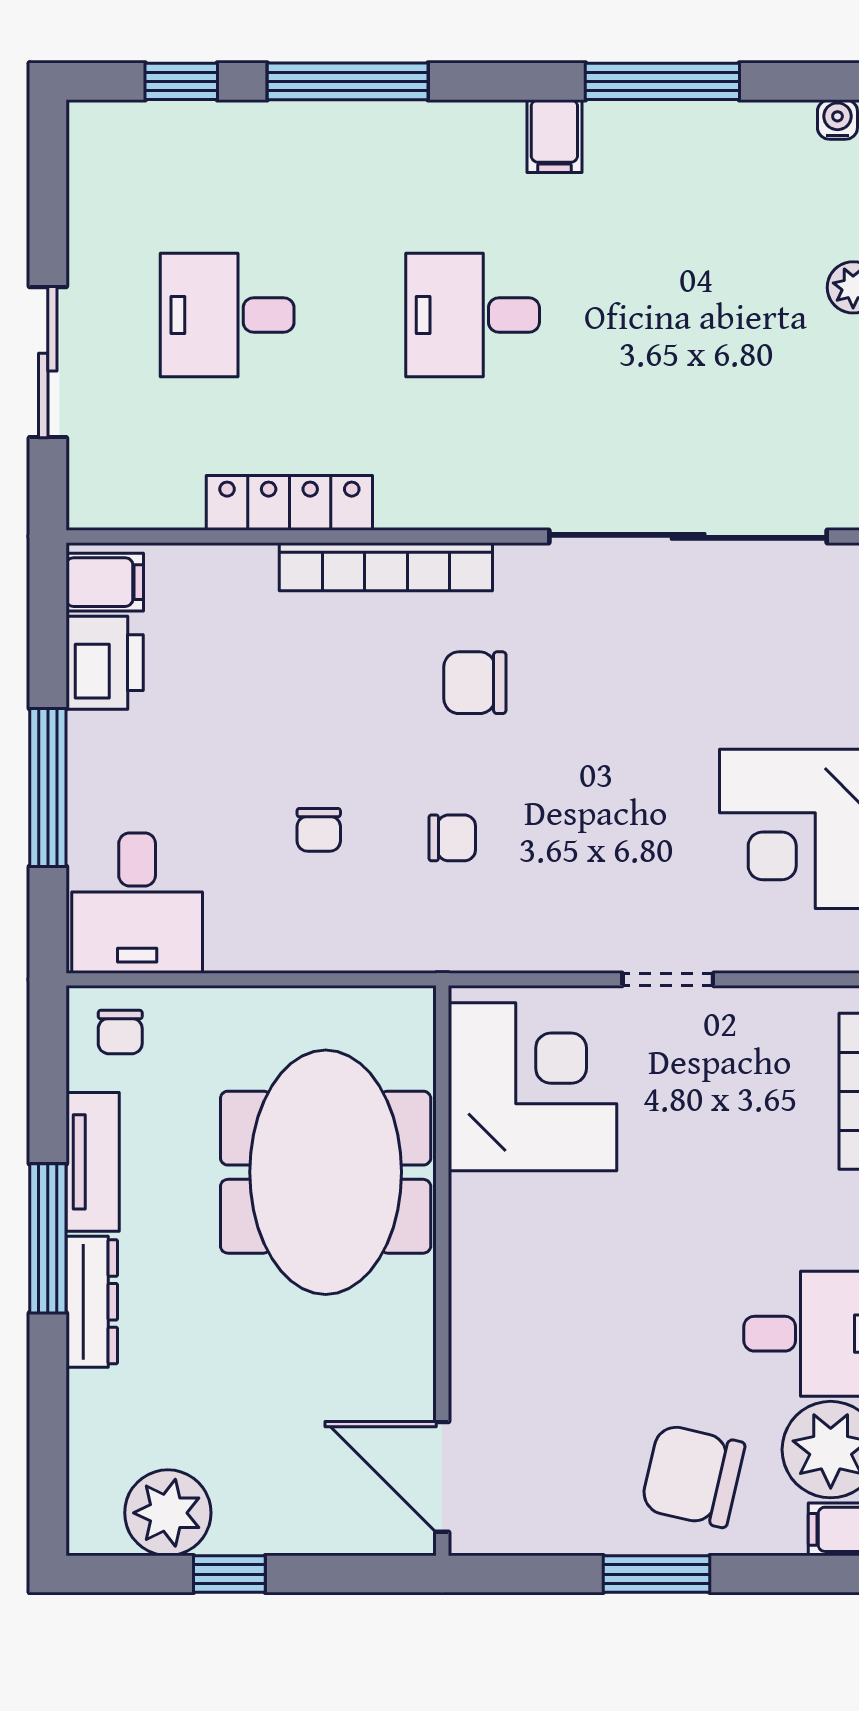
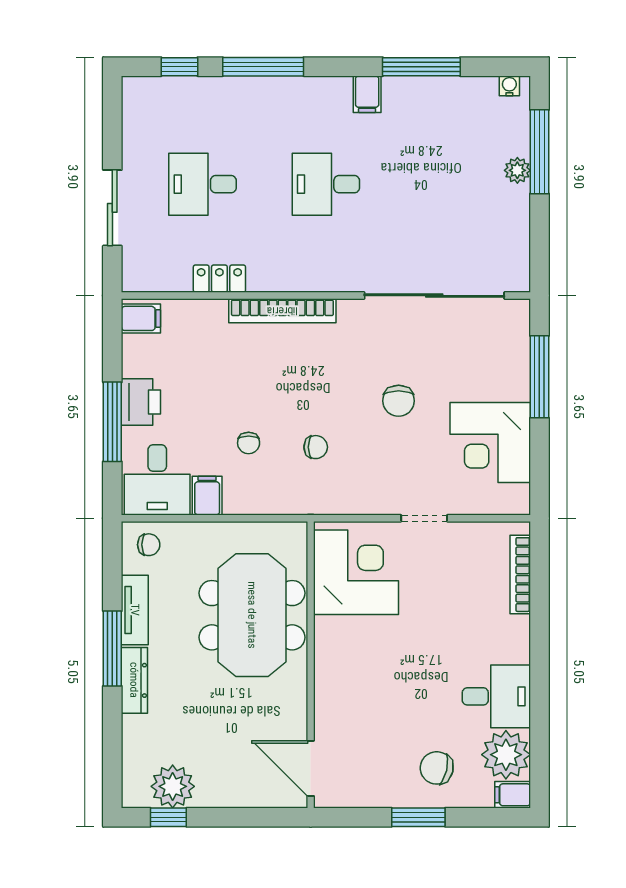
locker: (289, 503) -> (219, 279), width x0.66
printer: (105, 663) -> (141, 402), moved
chair: (475, 683) -> (399, 401), moved, turned -90
filing cabinet: (236, 934) -> (207, 496), added
chair: (120, 1032) -> (149, 545), turned -90
chair: (693, 1476) -> (437, 768), width x0.73, depth x0.73
window: (229, 1574) -> (168, 817), moved

